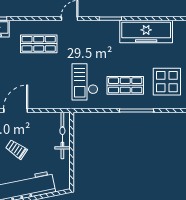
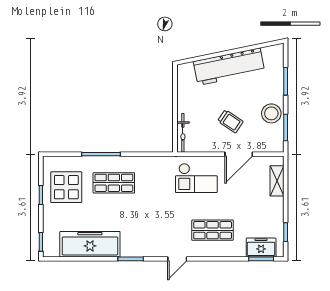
checkout: (85, 82) -> (196, 178), moved, turned 90
bicycle: (62, 135) -> (183, 133), width x0.73, depth x0.71
trolley: (16, 149) -> (230, 121), moved

